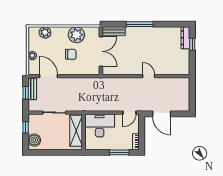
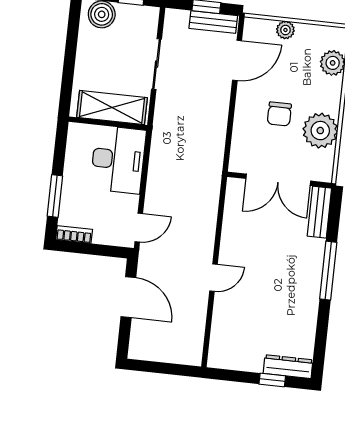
door: (130, 113) -> (139, 228), swing flipped
door: (162, 114) -> (128, 297), swing flipped

